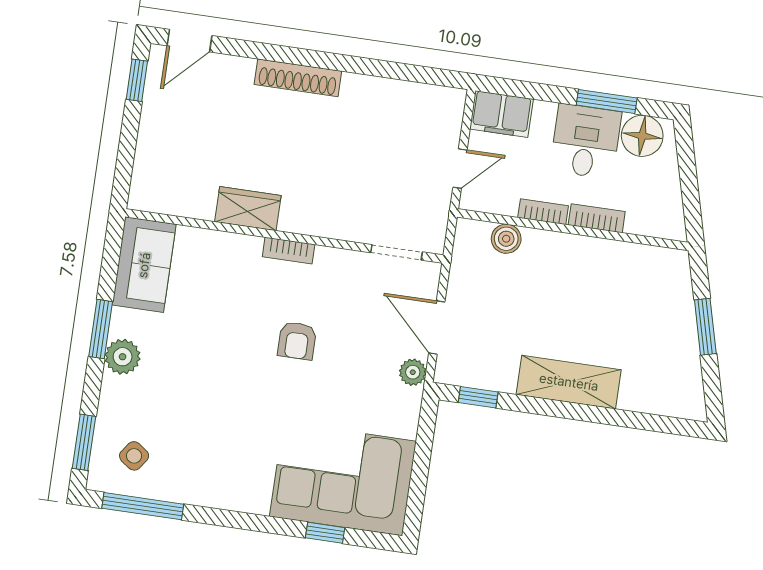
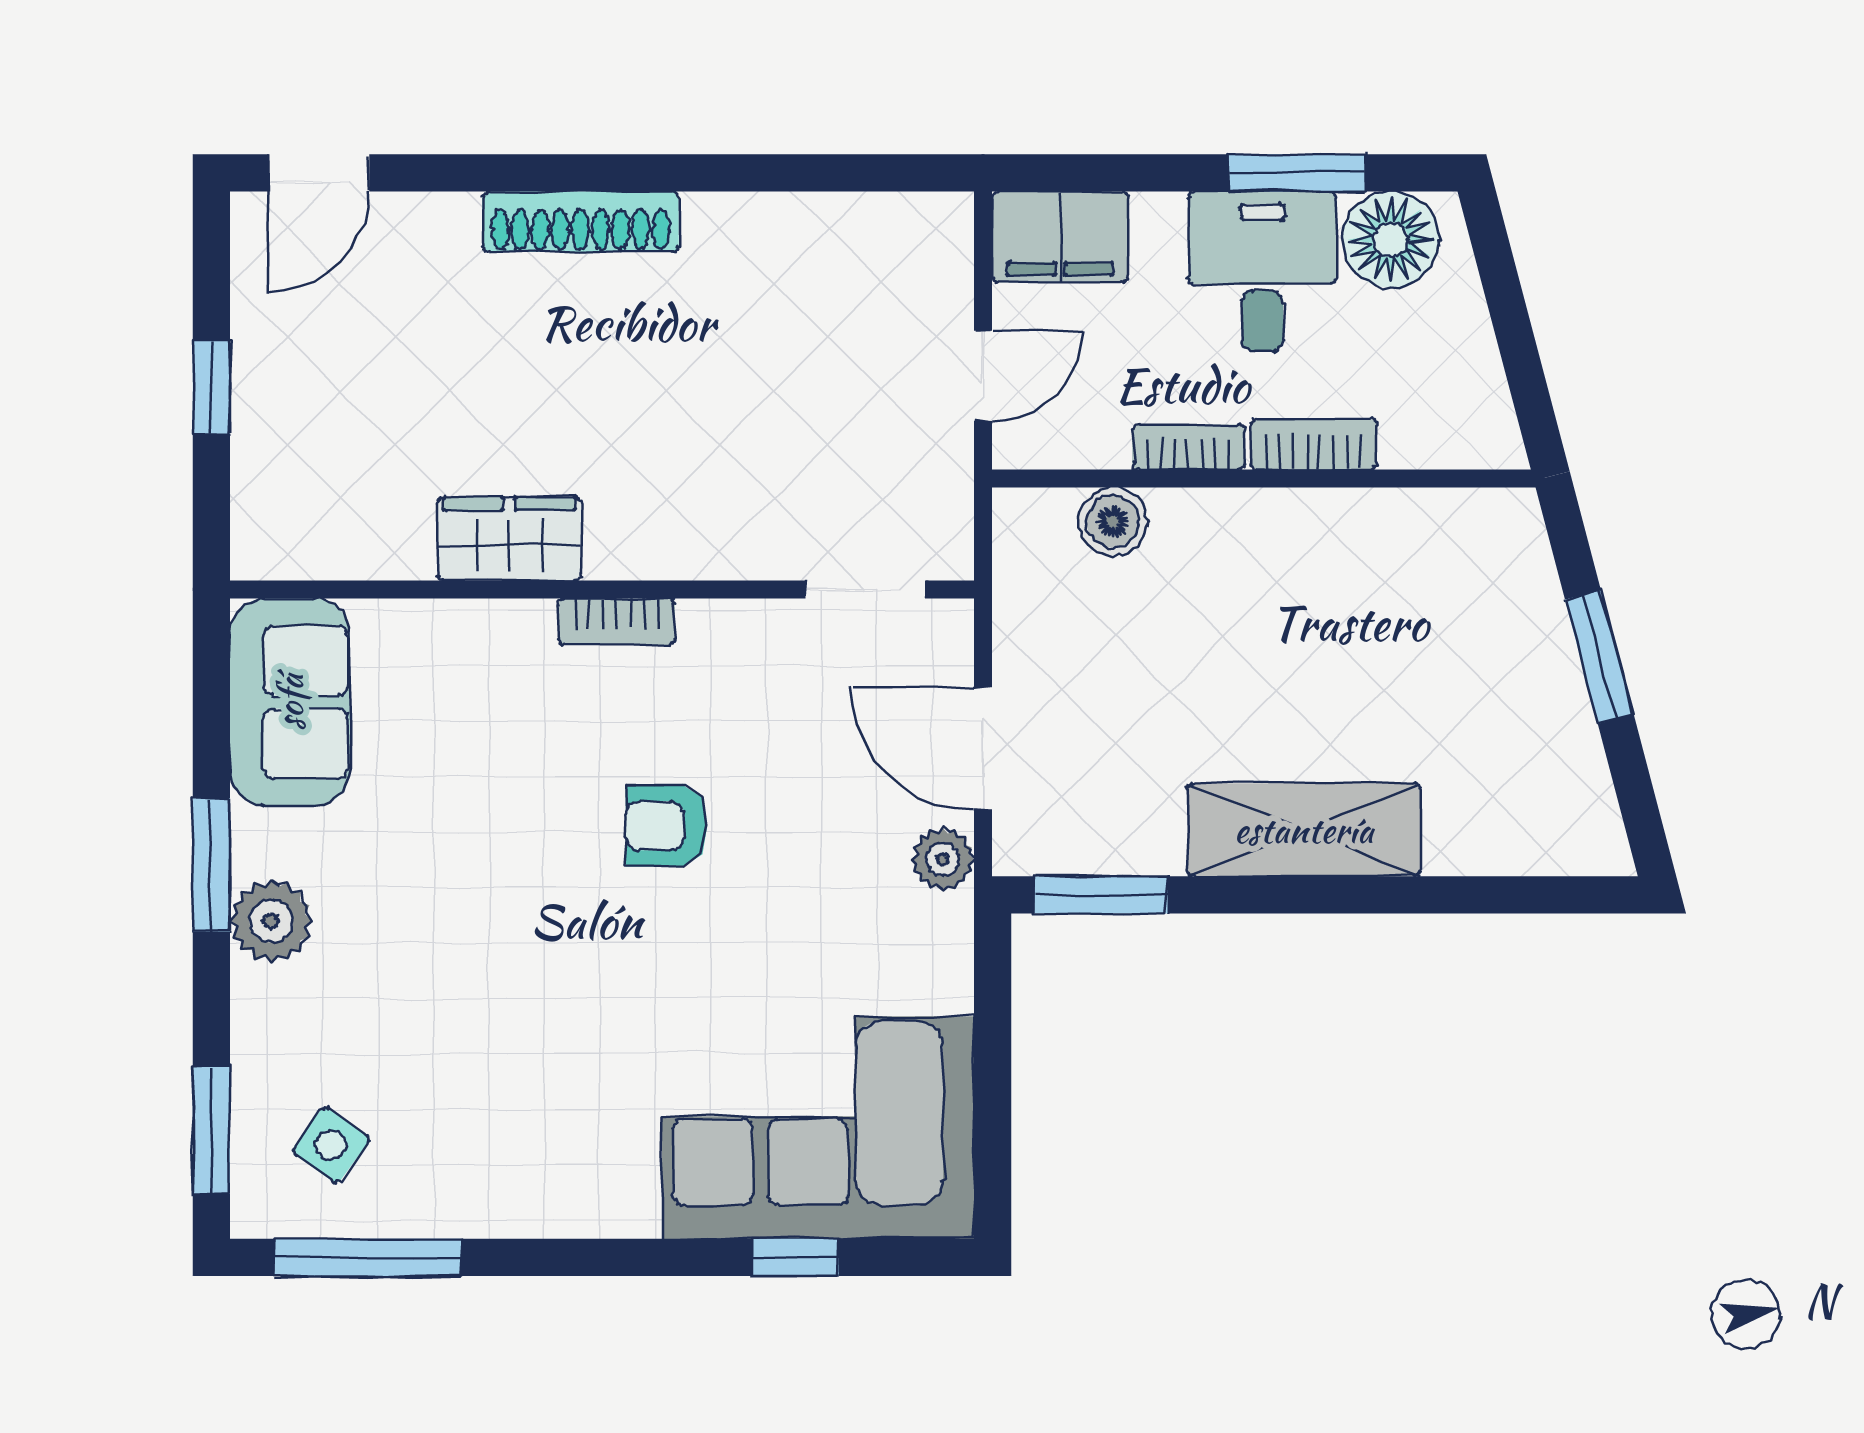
window: (137, 80) -> (211, 387), moved
armchair: (297, 341) -> (667, 826), turned 90
window: (478, 397) -> (1101, 895), width x1.50

